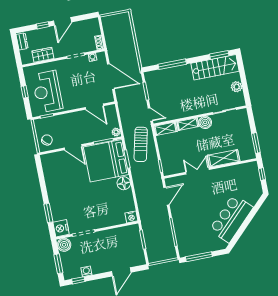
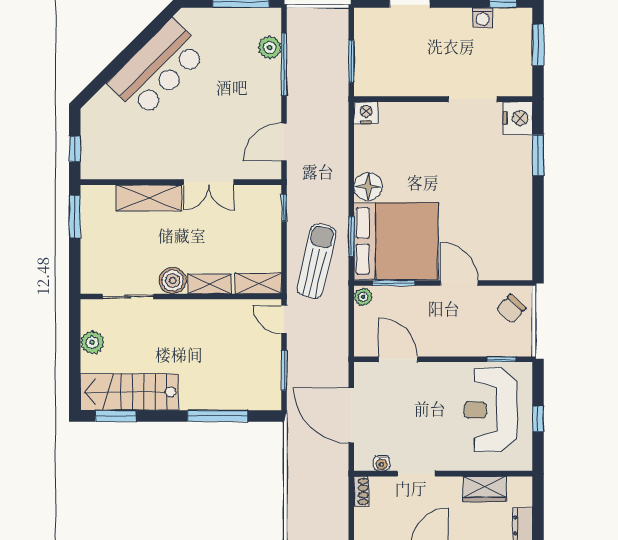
reception desk: (47, 92) -> (490, 410), turned 180
plant: (182, 238) -> (270, 48), added
boiler: (64, 245) -> (518, 82), removed

